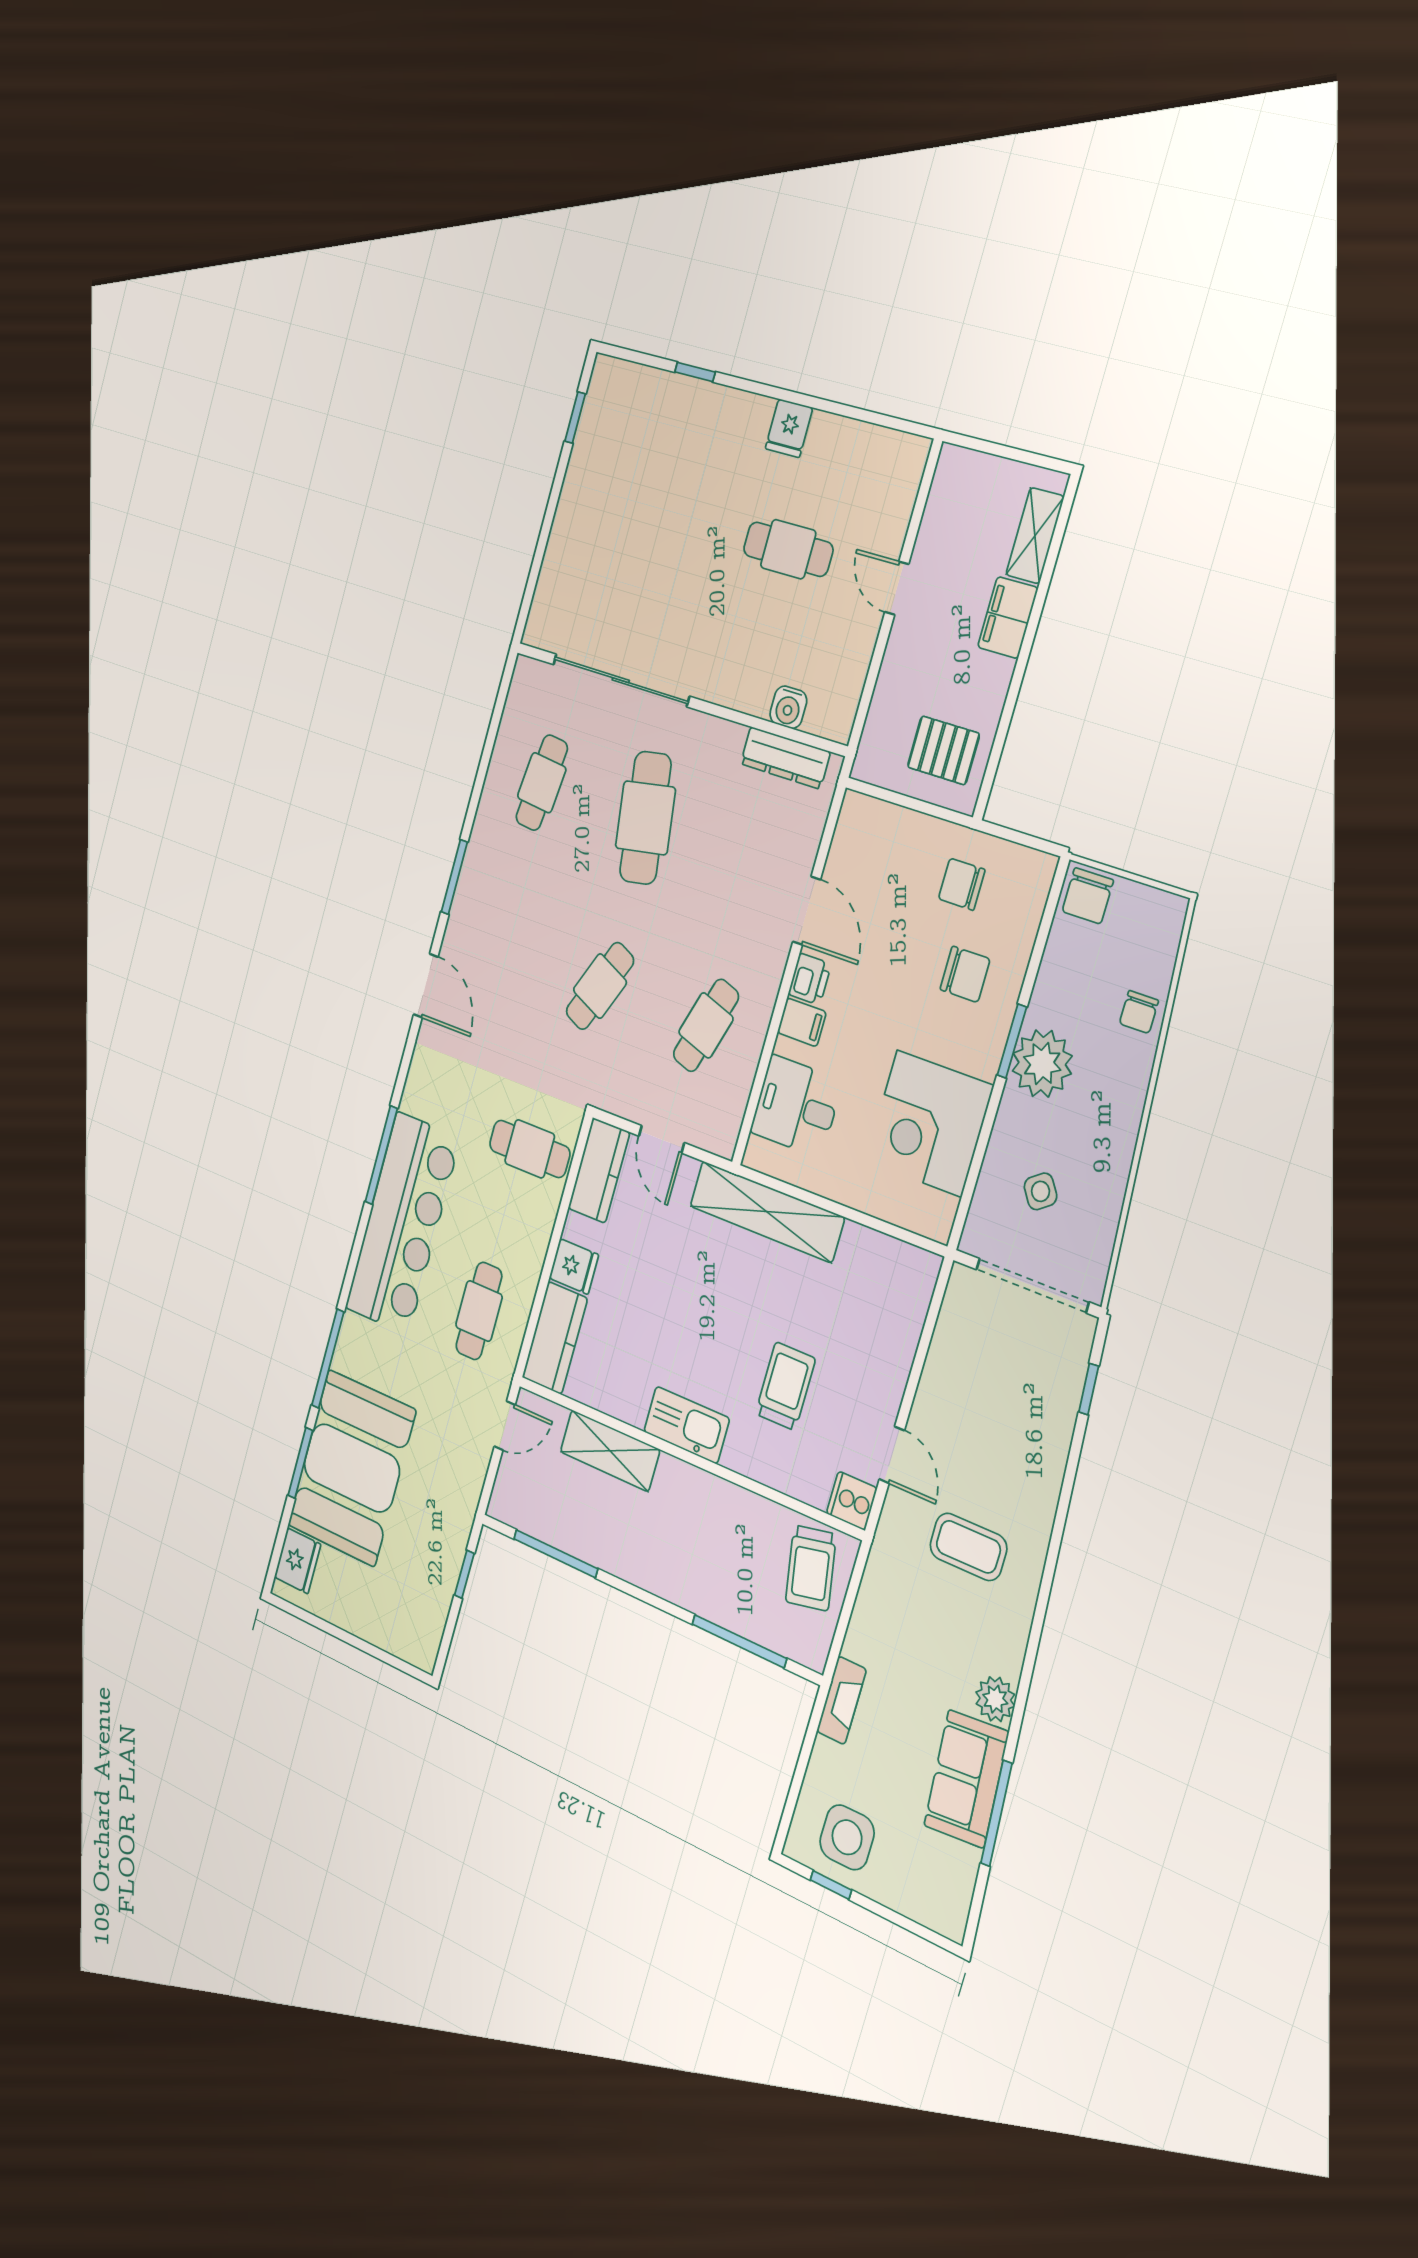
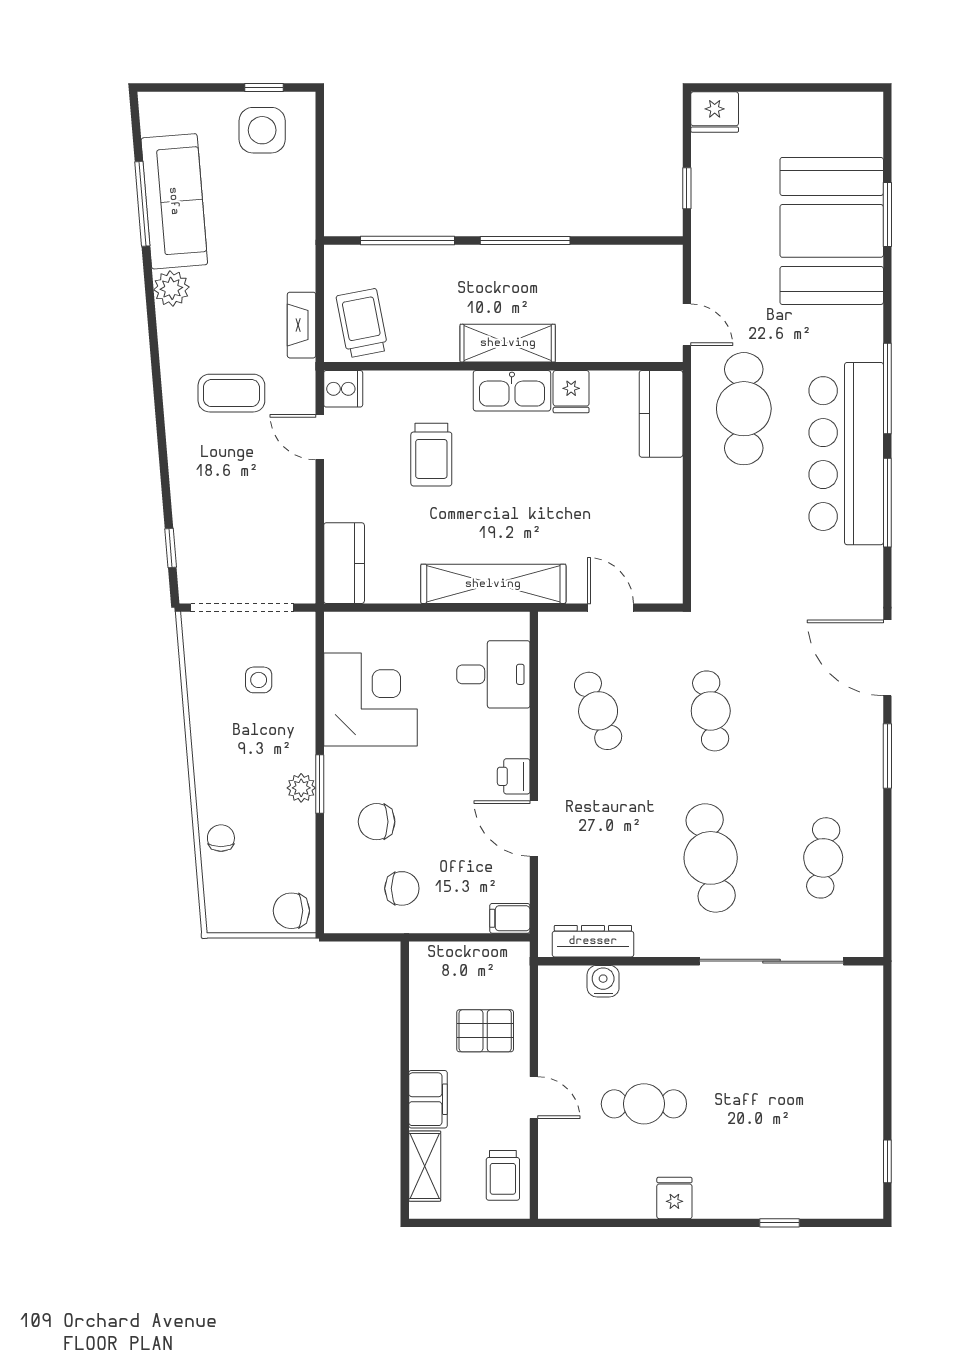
trolley: (955, 502) -> (503, 1175), added
pallet: (943, 750) -> (485, 1031), moved
chair: (1088, 896) -> (291, 911), turned -90
door: (426, 986) -> (887, 658), width x1.36
cafe table: (600, 986) -> (711, 711), turned -33
filing cabinet: (802, 1022) -> (510, 918), moved
cafe table: (706, 1025) -> (598, 711), turned -39
plant: (1042, 1064) -> (301, 788), width x0.53, depth x0.53
cafe table: (530, 1149) -> (737, 558), removed
kitchen counter: (599, 1170) -> (344, 563), moved, turned 180
side table: (1041, 1191) -> (259, 680), turned 35
fridge: (574, 1266) -> (571, 392), moved, turned -90
cafe table: (479, 1311) -> (744, 409), width x1.37, depth x1.35
window: (328, 1359) -> (887, 389), moved
door: (505, 1426) -> (687, 325), swing flipped
shelving: (610, 1451) -> (508, 343), moved
window: (556, 1554) -> (525, 241), moved
fridge: (298, 1561) -> (715, 112), moved, turned -90
fireplace: (842, 1700) -> (302, 325), moved
sofa: (966, 1779) -> (174, 201), width x1.36

